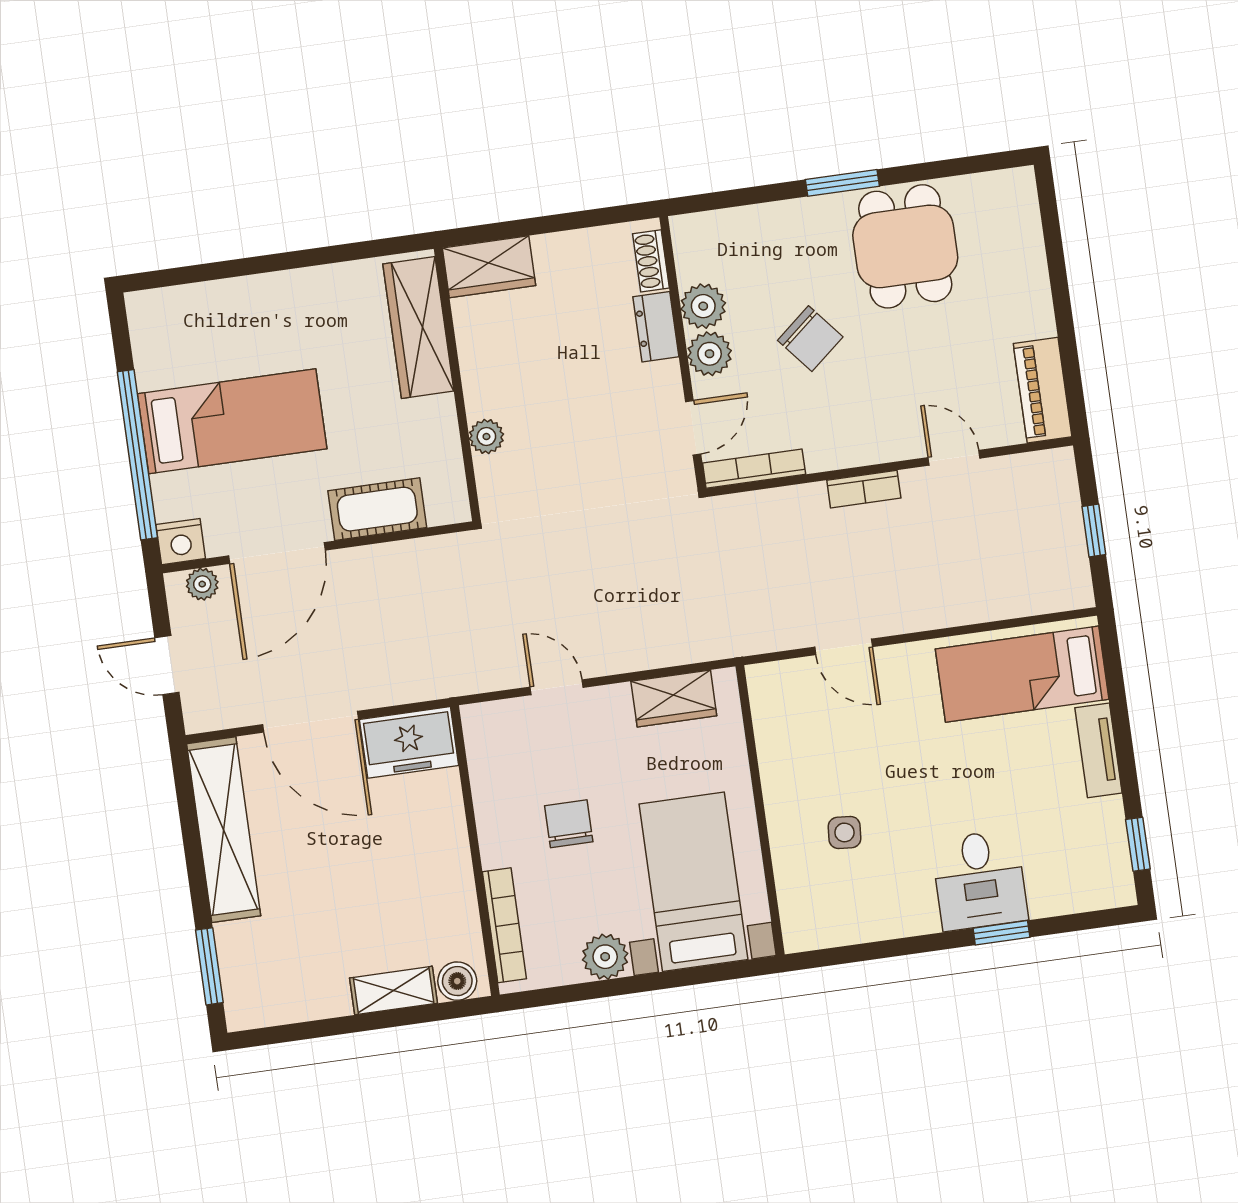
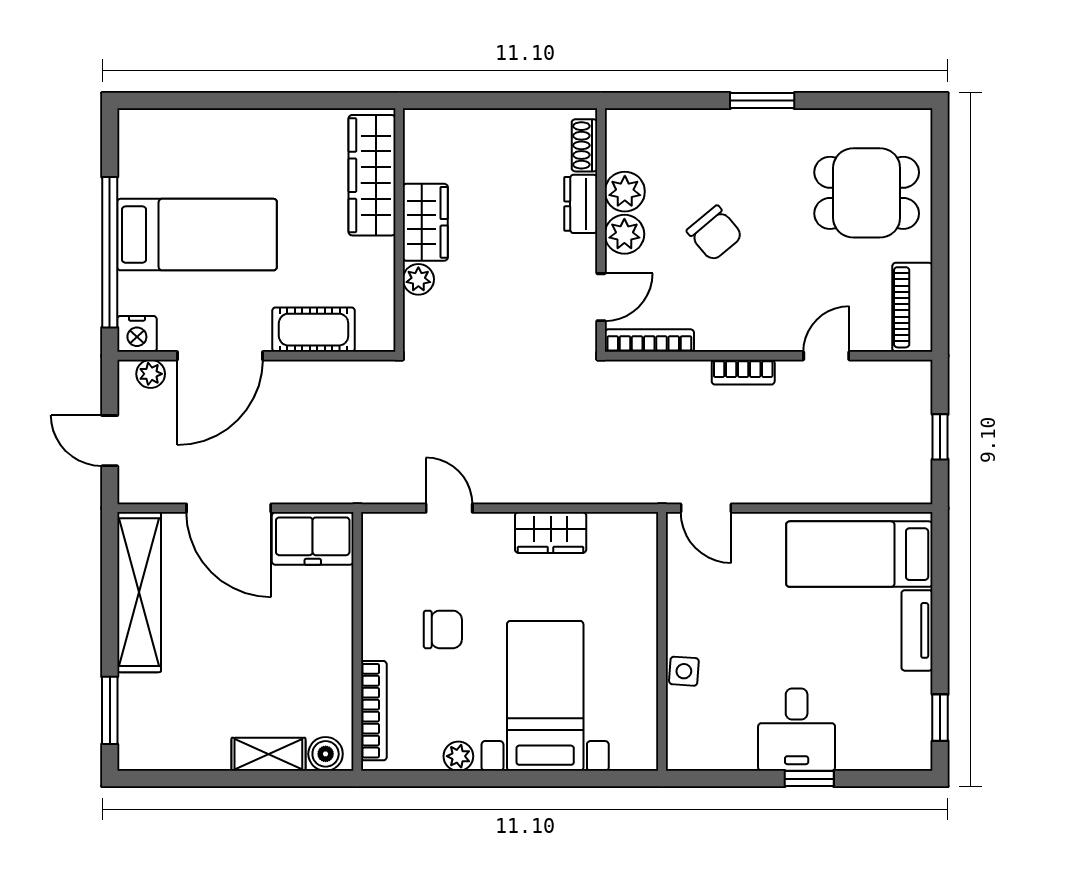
dining table: (905, 246) -> (867, 193), moved, turned 90
wardrobe: (489, 267) -> (425, 222), moved, turned -90
door: (954, 458) -> (826, 356), hinge flipped
wall: (760, 810) -> (662, 641), moved
chair: (569, 824) -> (443, 629), turned 90
plant: (605, 957) -> (458, 756), width x0.73, depth x0.73

